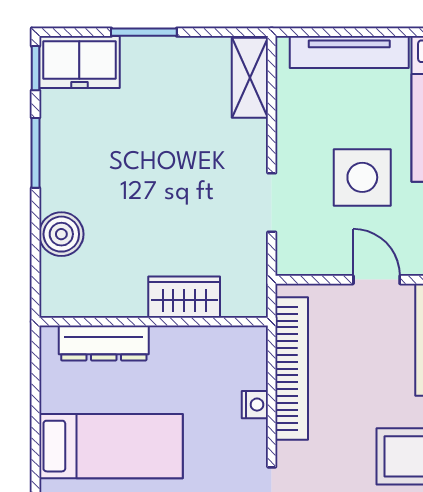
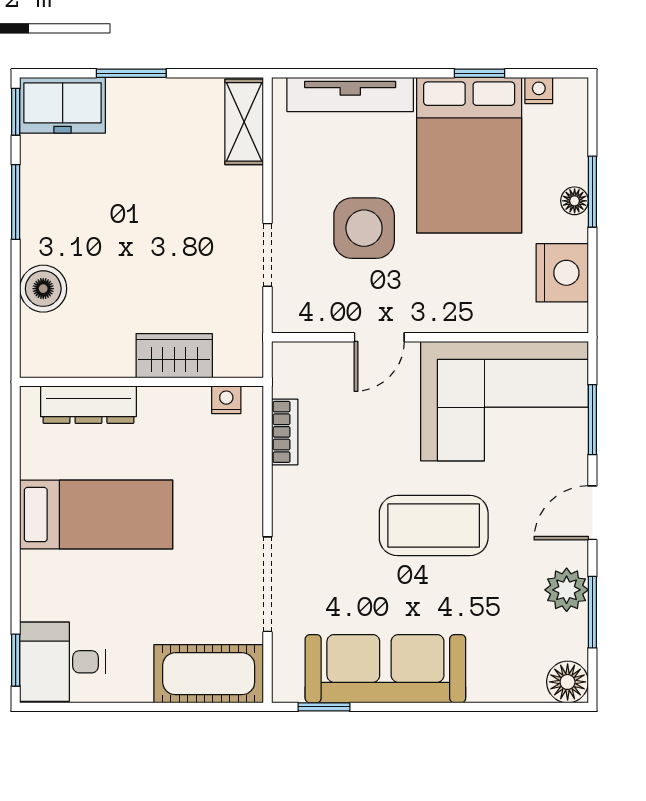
door: (377, 280) -> (379, 337), swing flipped
bookcase: (292, 369) -> (285, 432), width x0.43, depth x0.76
nightstand: (255, 405) -> (226, 400), moved, turned -90

